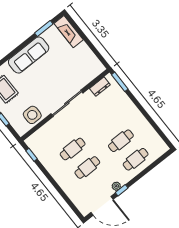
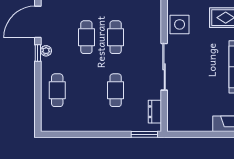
cafe table: (121, 141) -> (116, 90), moved

